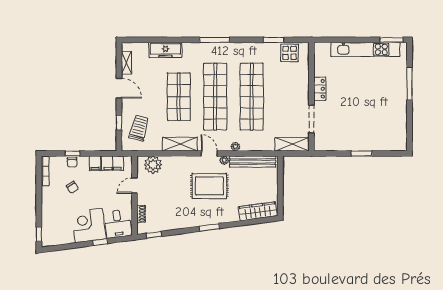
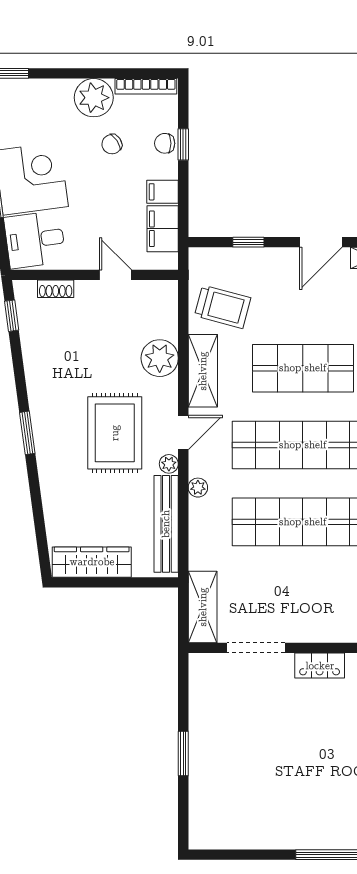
trolley: (139, 128) -> (223, 307), moved
plant: (153, 165) -> (160, 358), moved
plant: (50, 196) -> (94, 98), added
wardrobe: (258, 211) -> (92, 562), moved, turned -82

